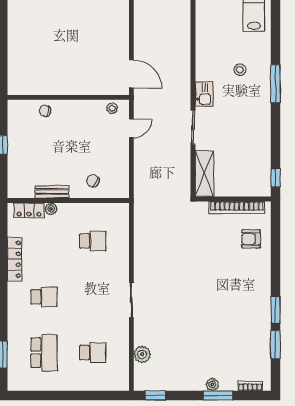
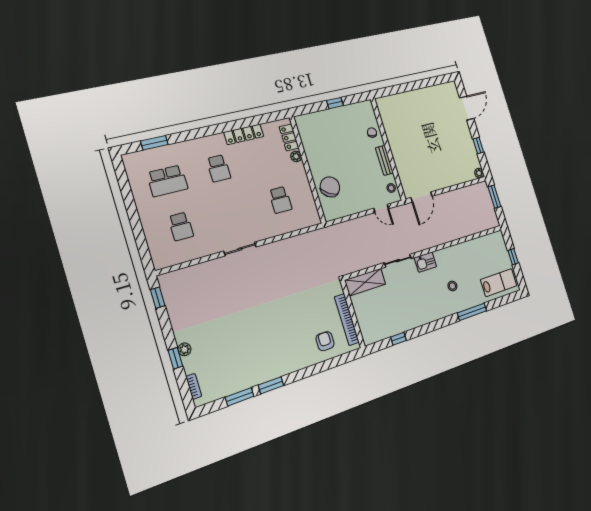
window: (275, 84) -> (472, 312), moved
window: (275, 178) -> (398, 339), moved
chair: (93, 181) -> (330, 187), width x1.87, depth x1.87
bench: (52, 192) -> (384, 160), moved
plant: (142, 354) -> (193, 273), removed
window: (218, 395) -> (175, 358), width x0.67

